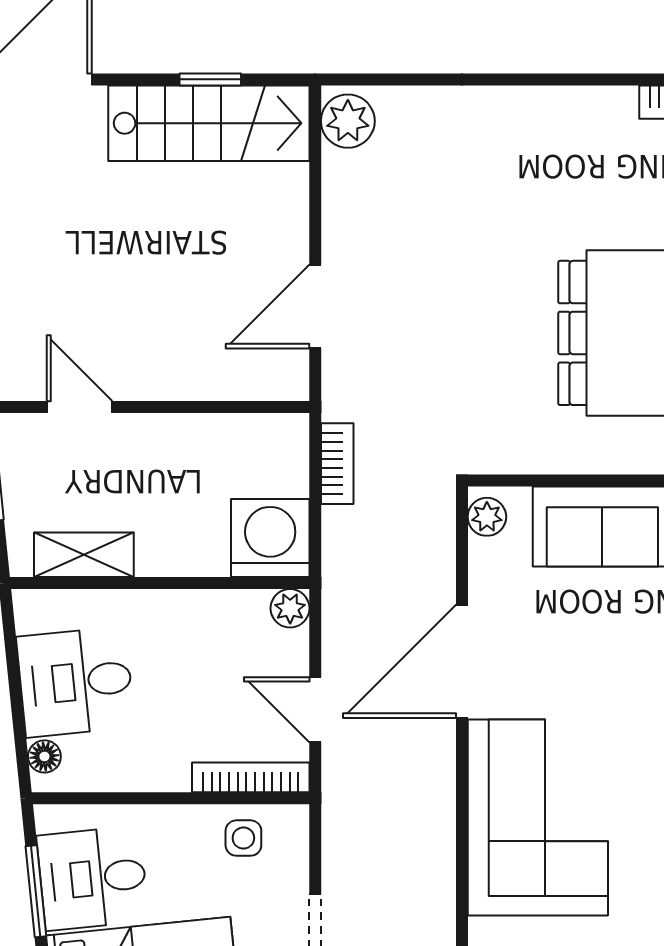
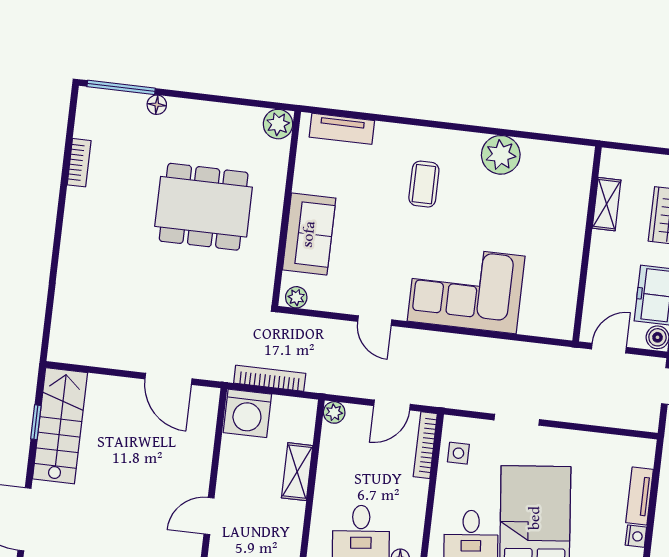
plant: (348, 121) -> (68, 349), removed
bookcase: (337, 464) -> (270, 378), width x1.56
washing machine: (270, 538) -> (247, 413), moved, turned -90
shelving: (84, 555) -> (297, 472), moved
door: (462, 661) -> (375, 321), width x0.53

